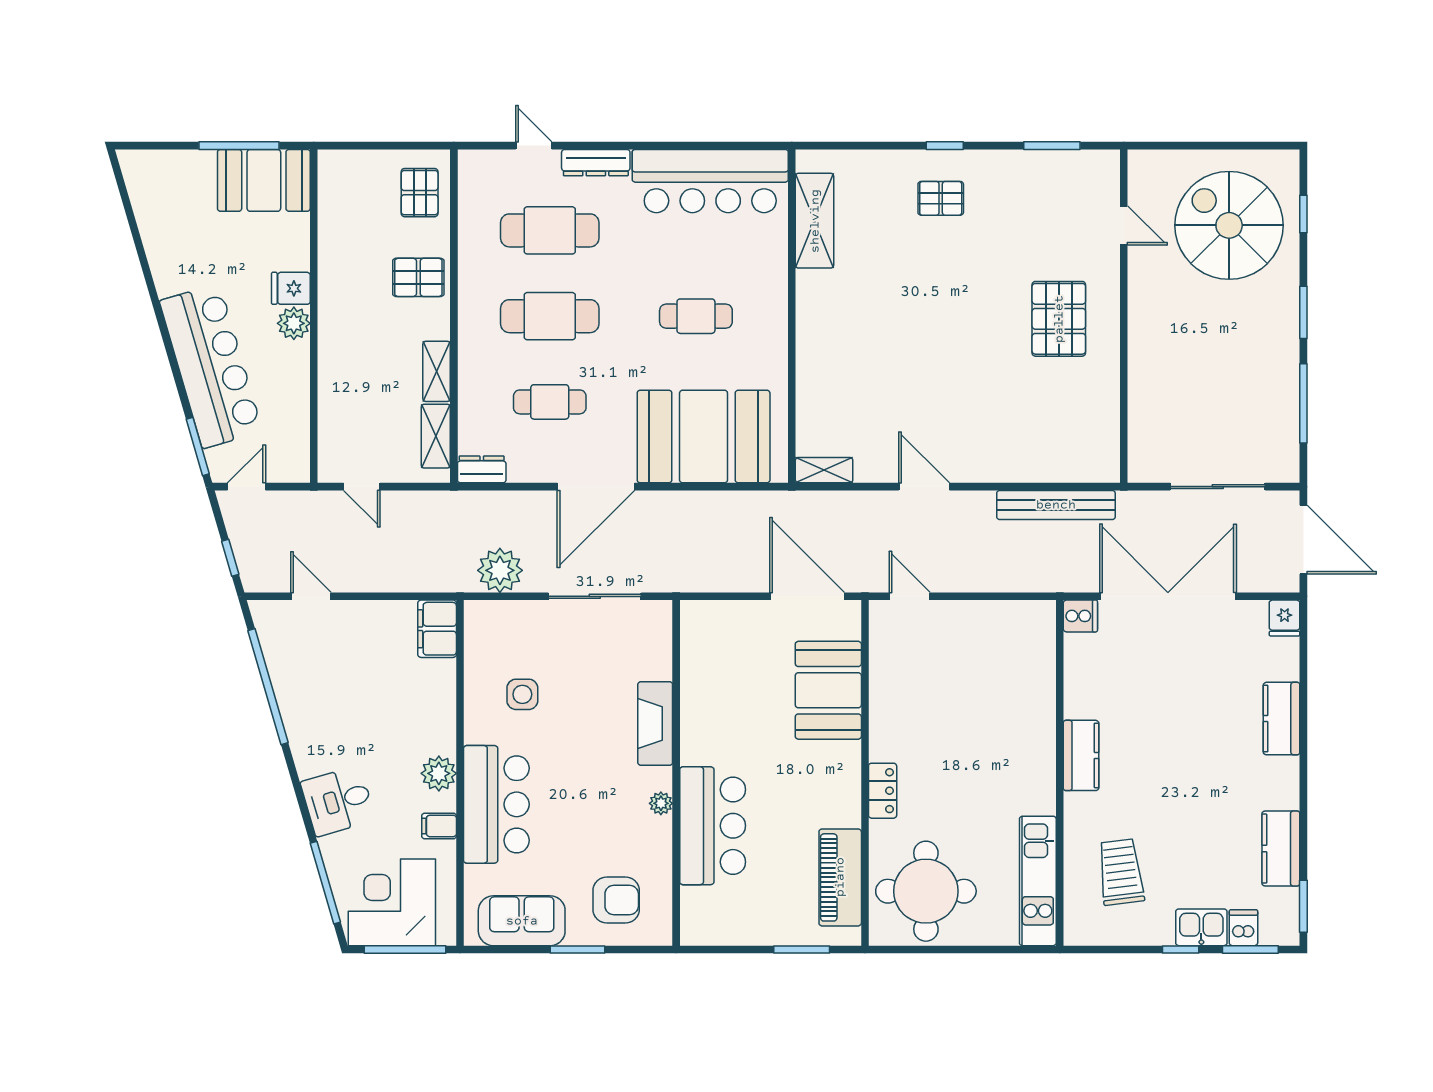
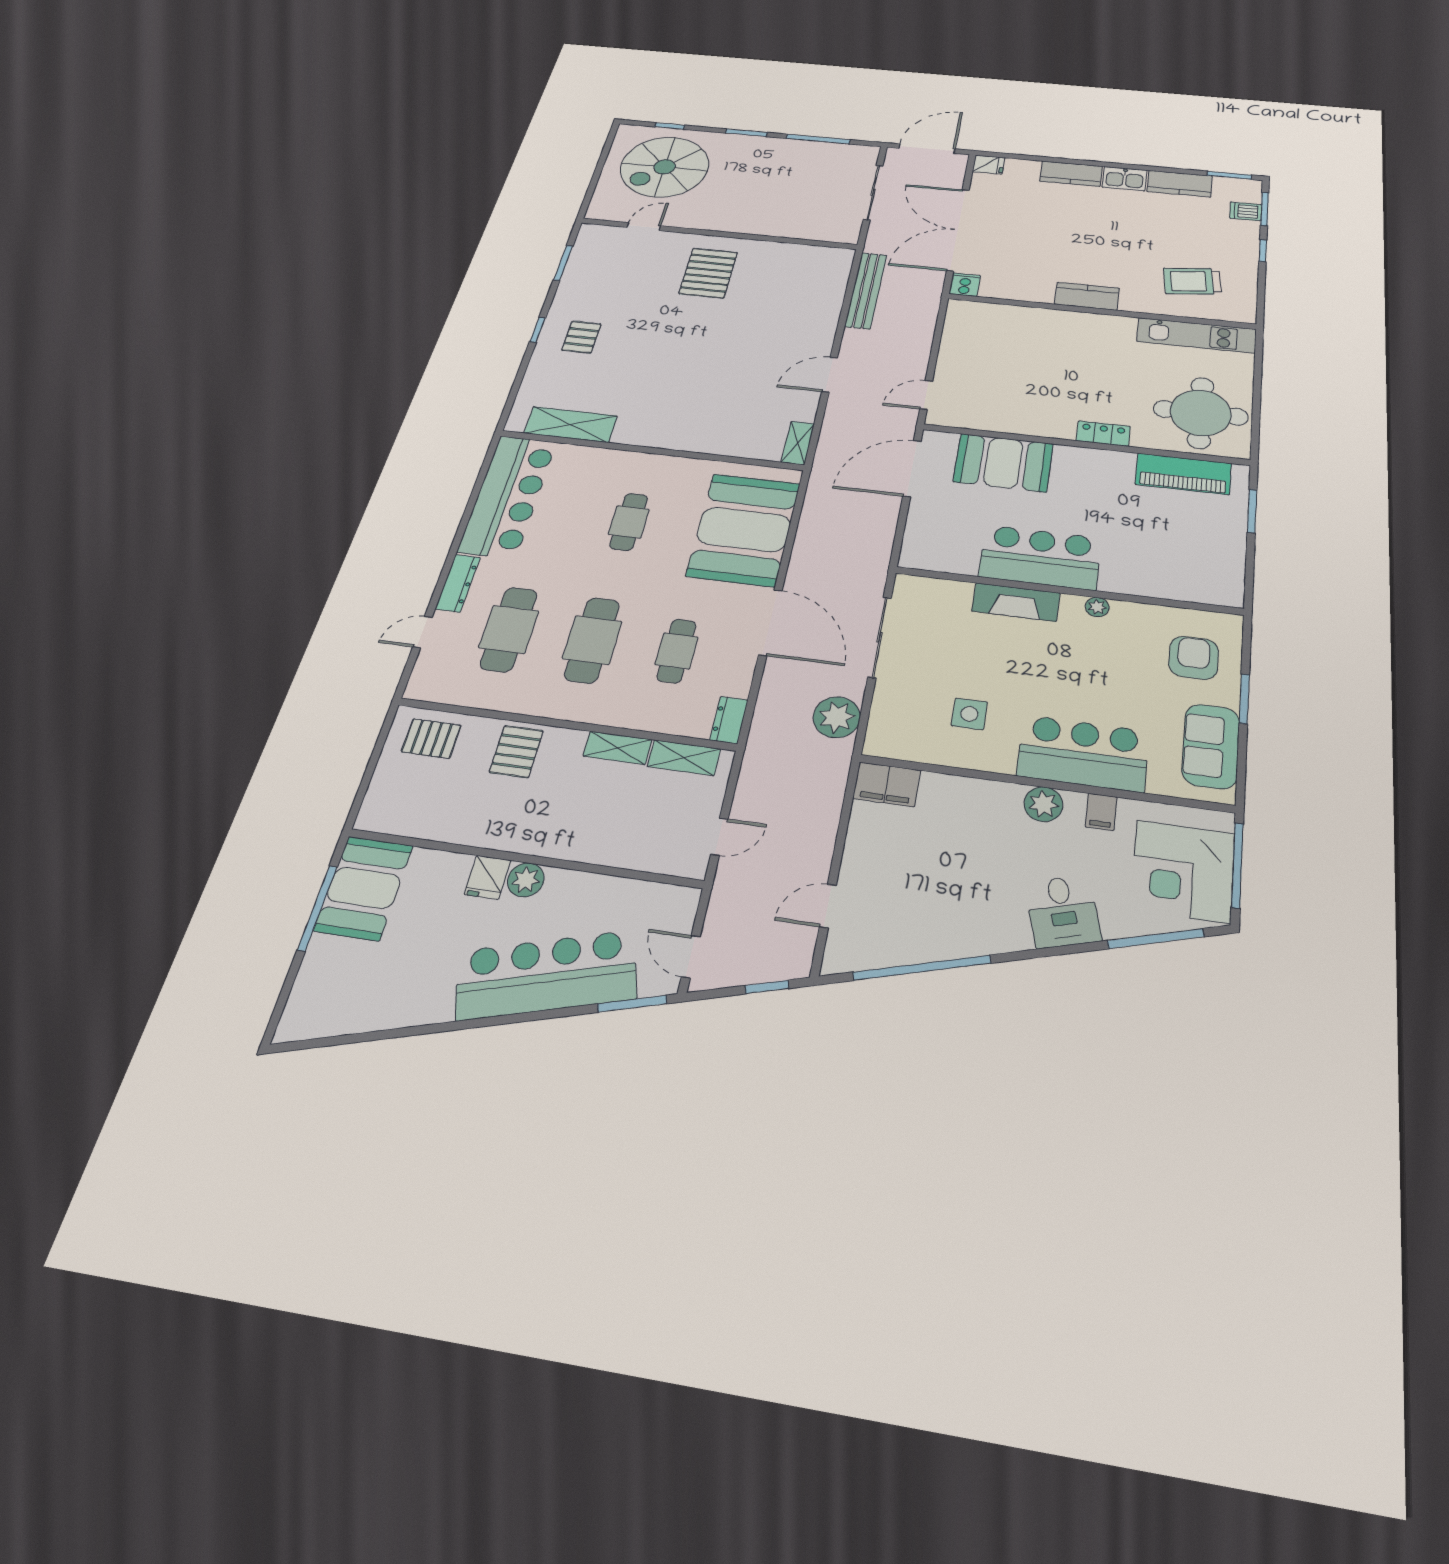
pallet: (1059, 319) -> (708, 273), turned 90
bar counter: (713, 826) -> (1040, 557), moved
kitchen sink: (1201, 927) -> (1125, 179), moved, turned -90

